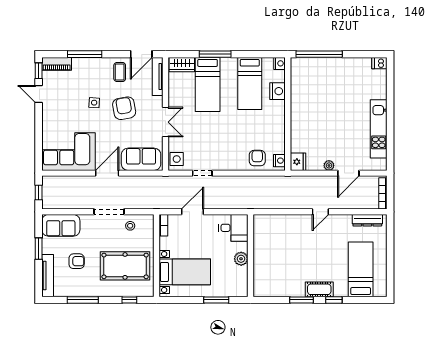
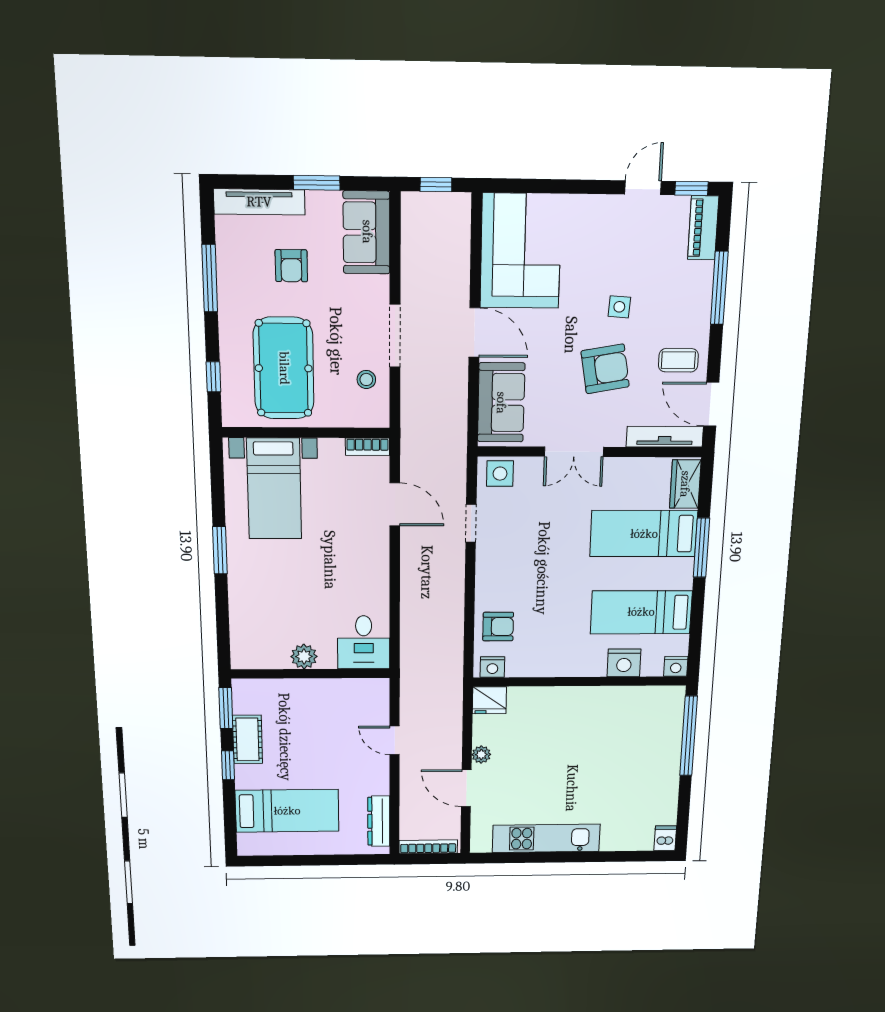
desk: (233, 228) -> (364, 642), moved
wall: (250, 256) -> (310, 674), moved
plant: (241, 259) -> (304, 656), moved

